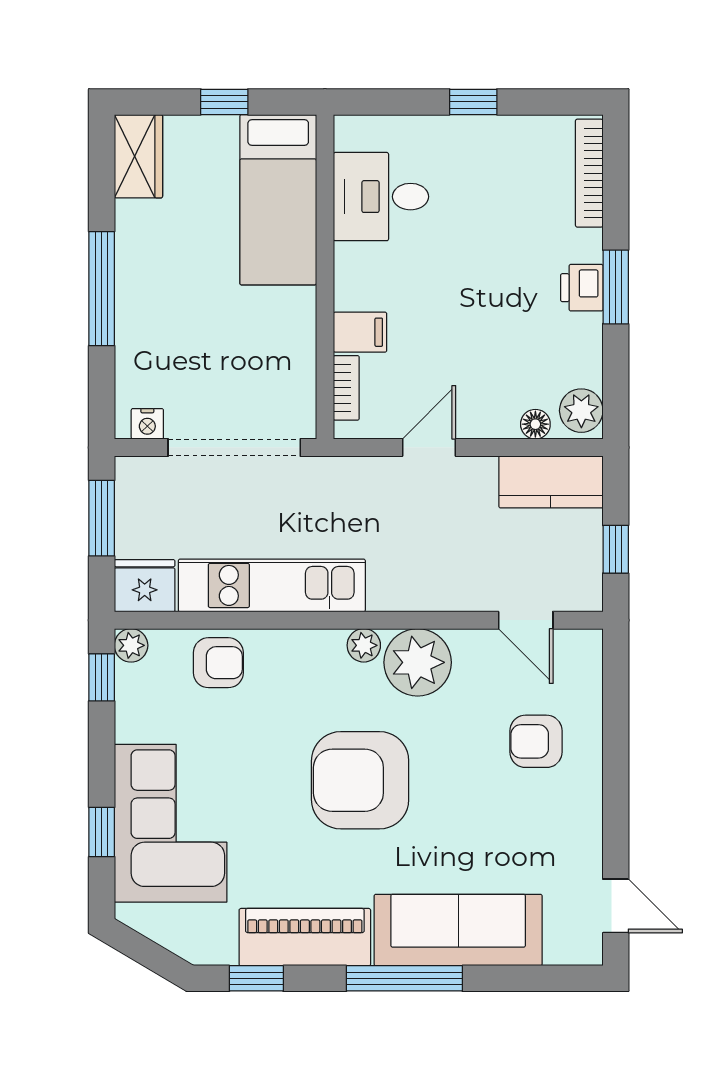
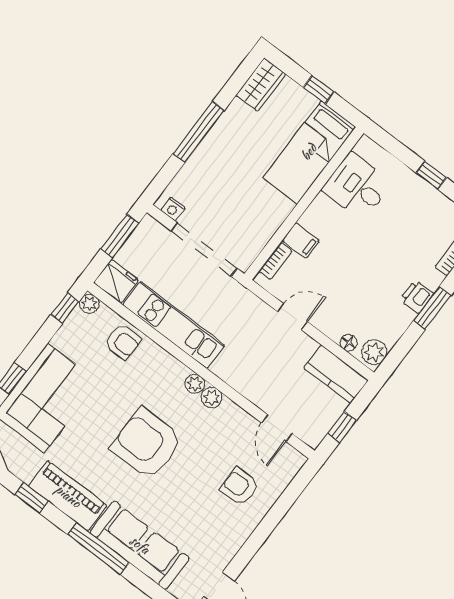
plant: (418, 662) -> (212, 398), width x0.53, depth x0.53

